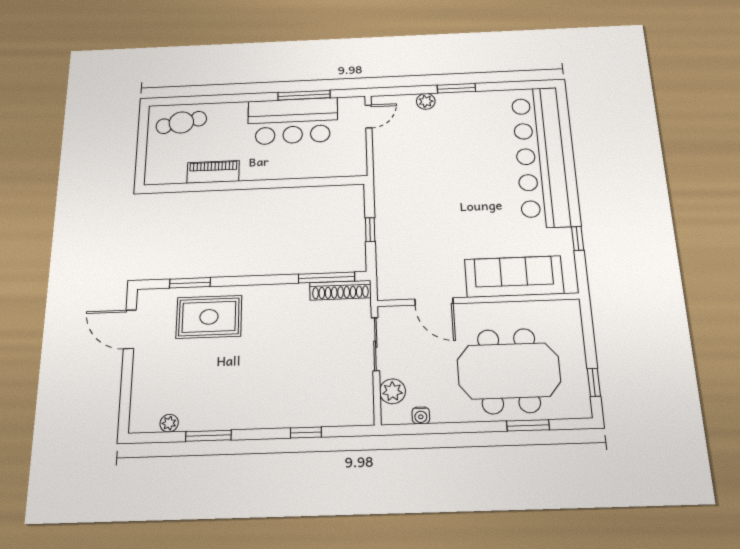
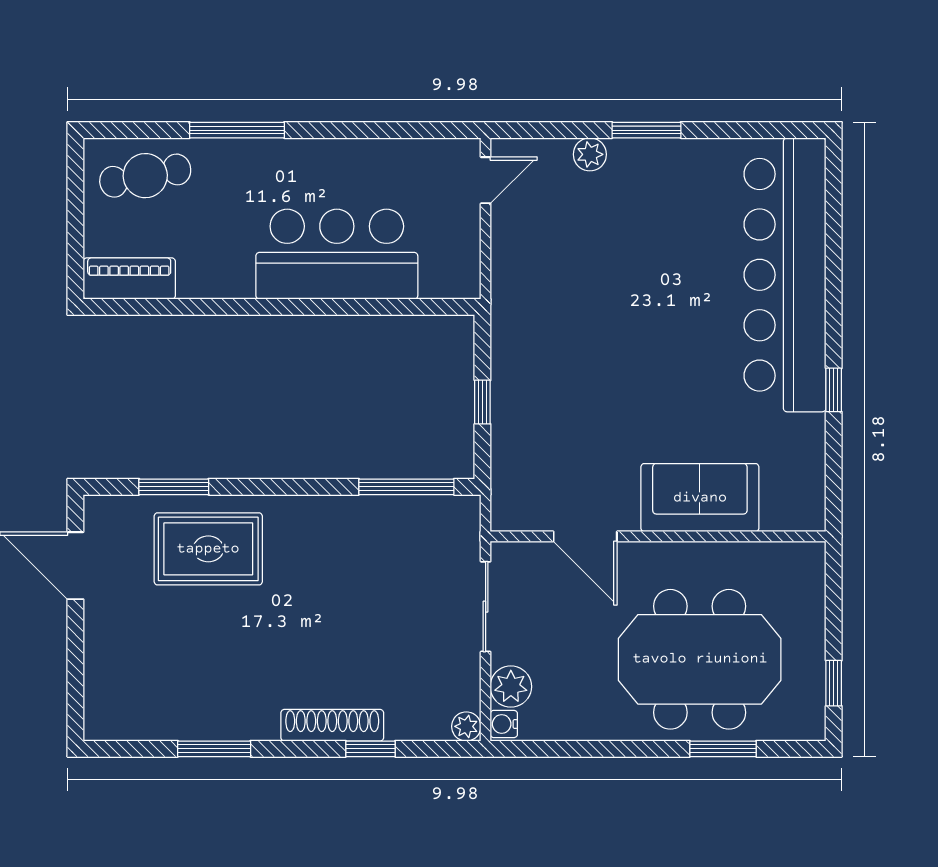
window: (304, 95) -> (237, 130), moved
bar counter: (293, 121) -> (337, 254), moved, turned 180
piano: (213, 172) -> (129, 279), moved
window: (578, 238) -> (834, 390), moved
sofa: (514, 276) -> (700, 498), width x0.73
shoe rack: (340, 290) -> (332, 725), moved, turned 180
water cooler: (421, 415) -> (504, 724), moved, turned 90
plant: (169, 423) -> (466, 726), moved

